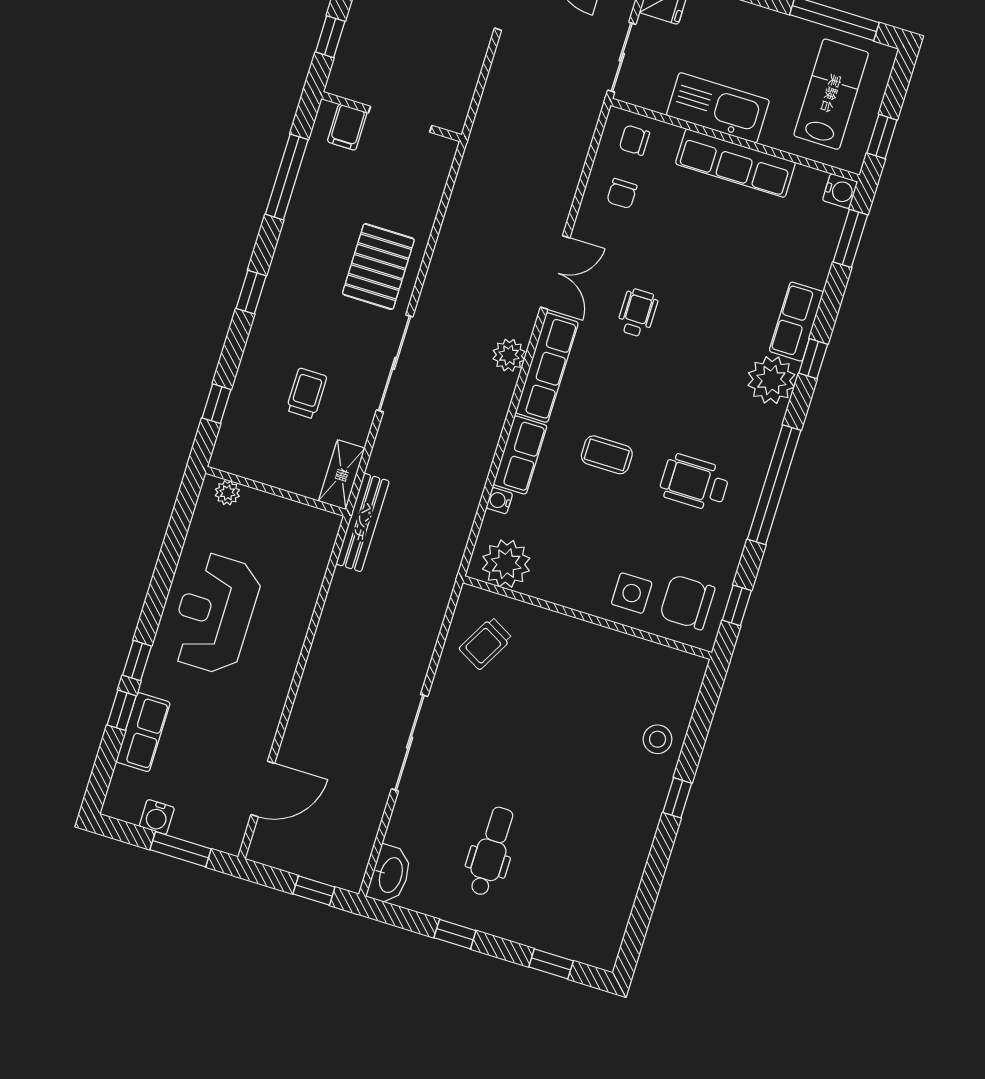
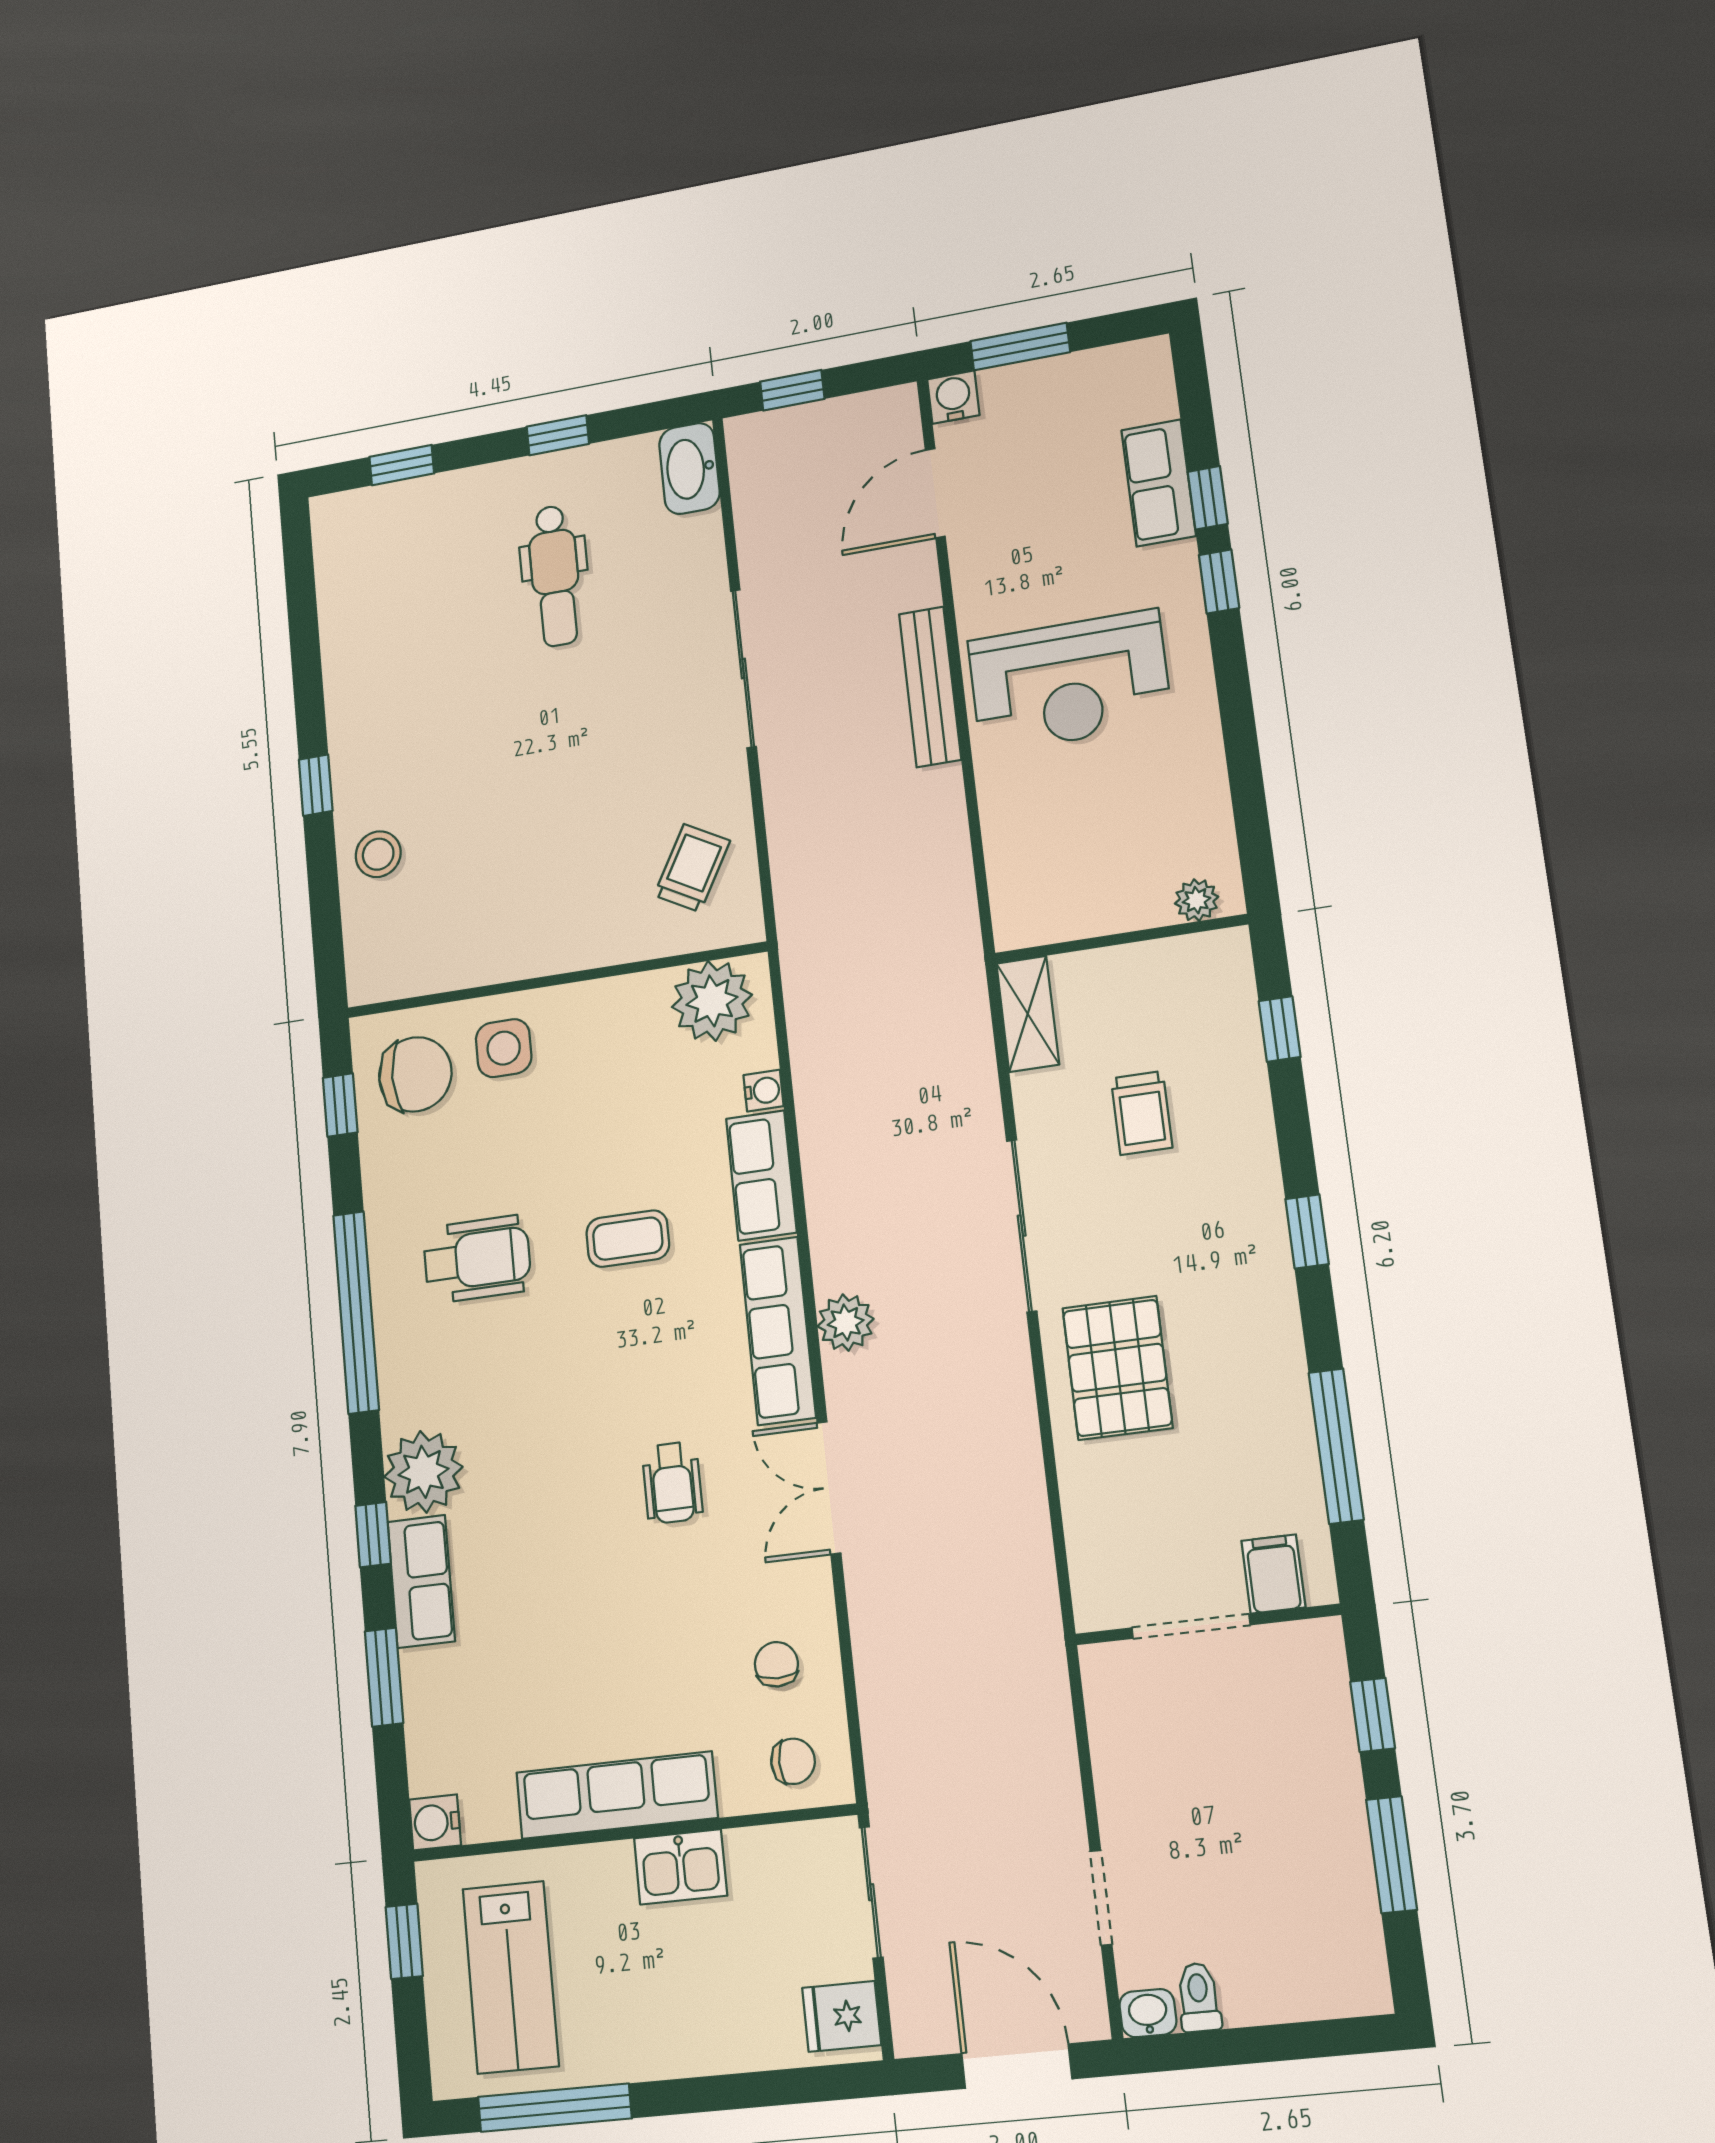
kitchen sink: (718, 108) -> (681, 1867), width x0.53, depth x0.81
window: (850, 238) -> (384, 1677), moved
bench: (363, 522) -> (930, 687), moved
reception desk: (215, 614) -> (1069, 682), moved, turned 90
water cooler: (157, 817) -> (953, 397), moved

